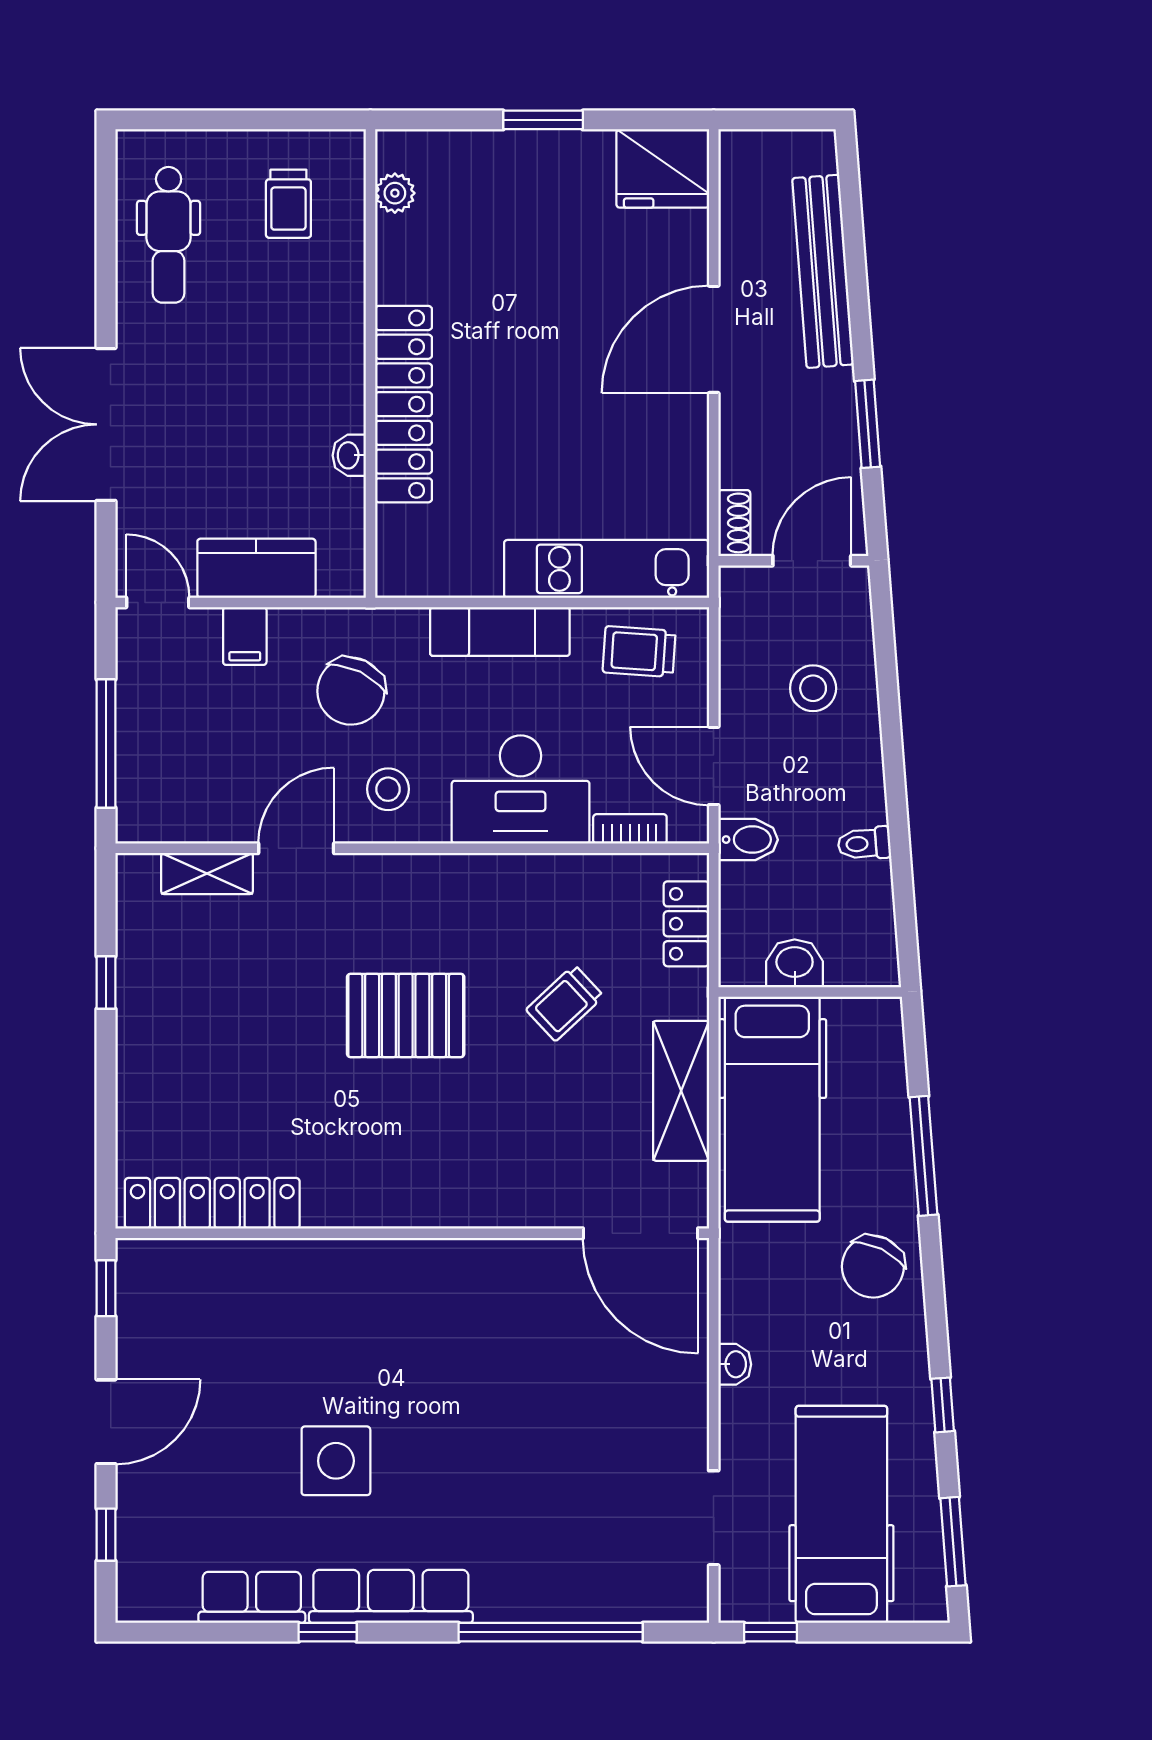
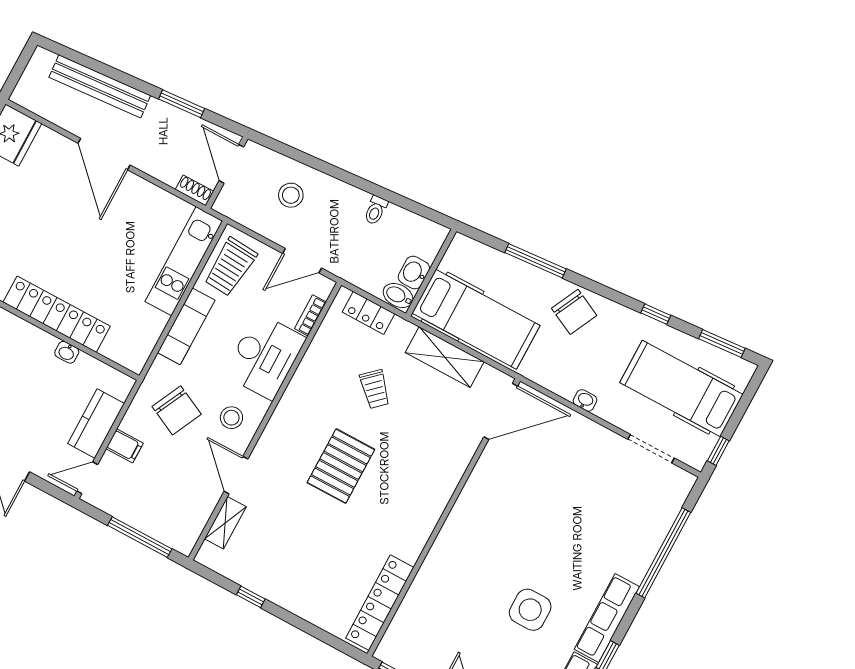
trolley: (639, 652) -> (230, 267), width x1.36, depth x1.39
bidet: (748, 840) -> (398, 296), moved, turned -90

